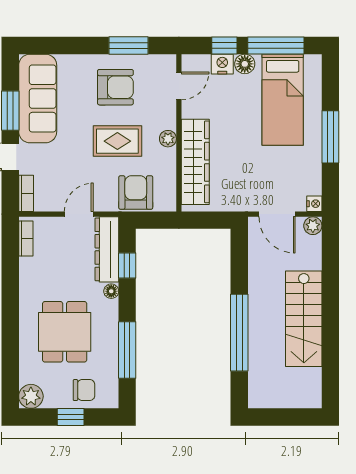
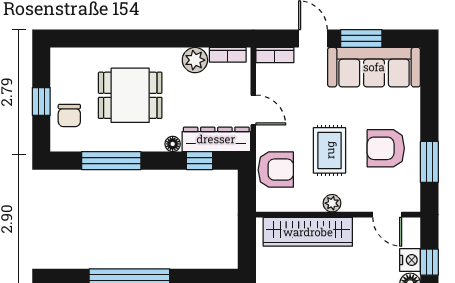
armchair: (115, 87) -> (386, 148), turned 90
plant: (31, 396) -> (195, 60), moved

